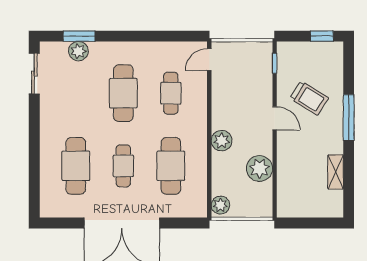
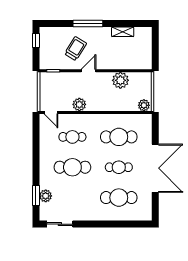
plant: (222, 141) -> (79, 104), moved

